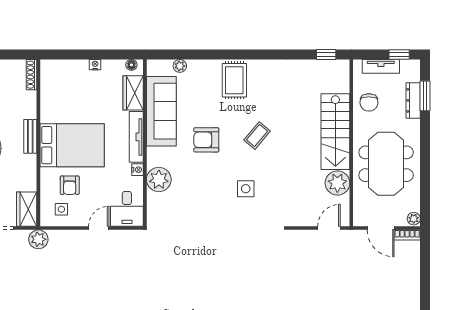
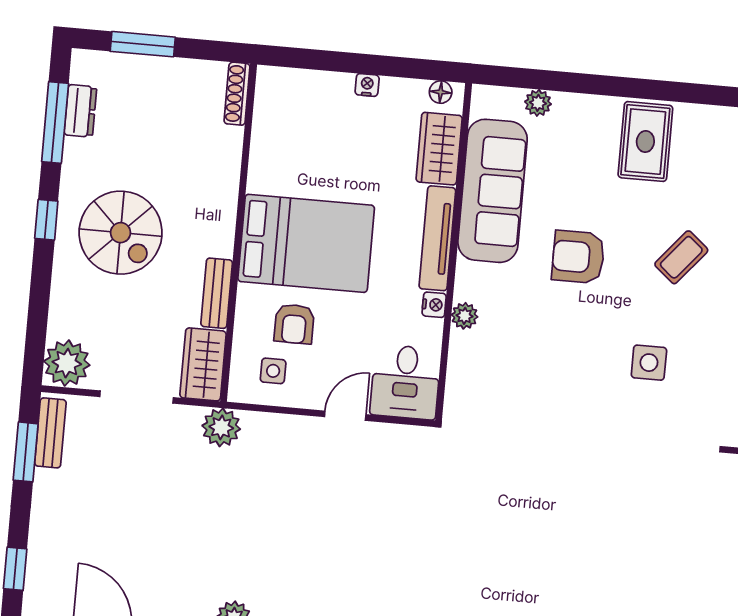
bench: (30, 136) -> (217, 293), moved
plant: (159, 180) -> (465, 316), width x0.53, depth x0.53

